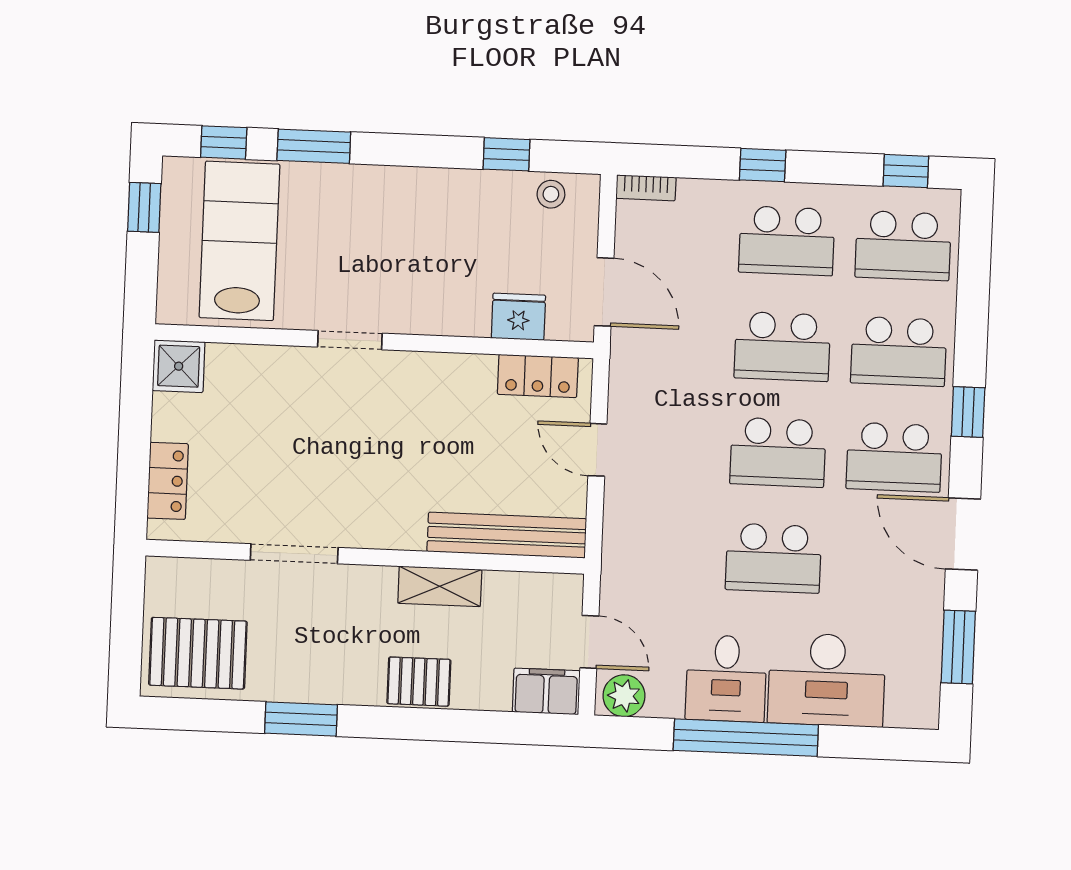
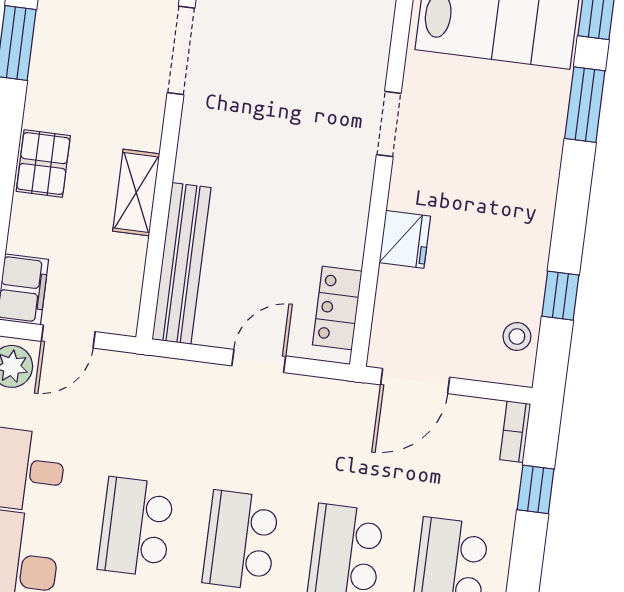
window: (763, 165) -> (536, 489), moved
fridge: (518, 317) -> (405, 239), moved

